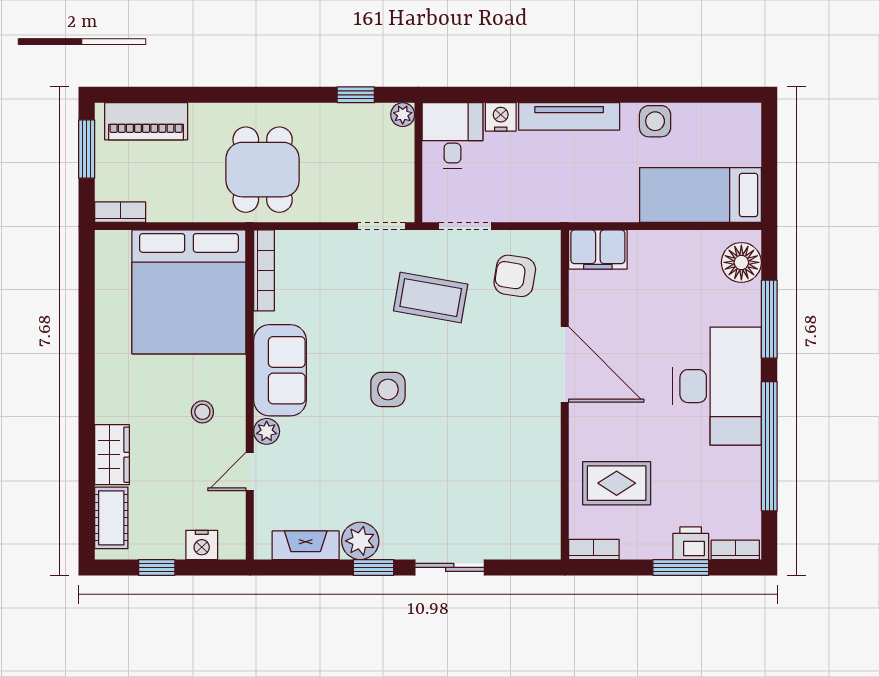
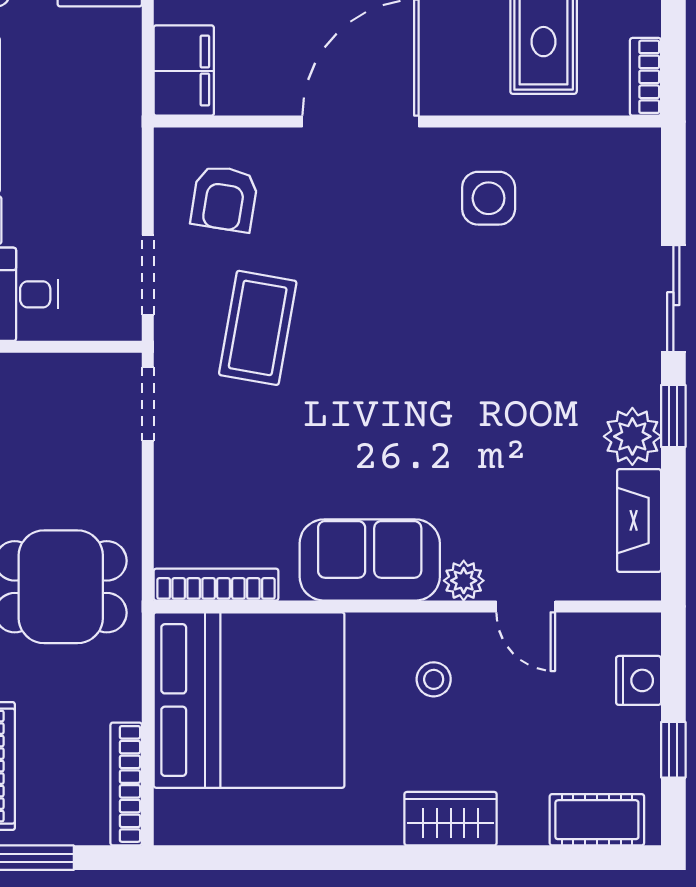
bookcase: (120, 212) -> (126, 784), width x1.56
side table: (388, 389) -> (489, 198), moved
wardrobe: (112, 455) -> (451, 819), moved

